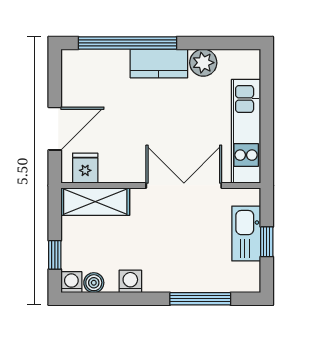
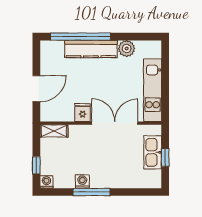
kitchen counter: (159, 63) -> (91, 49), width x1.50
fridge: (85, 168) -> (83, 113), moved
shelving: (95, 202) -> (54, 131), width x0.67, depth x0.75
boiler: (94, 283) -> (60, 182), removed
window: (200, 299) -> (92, 192), moved

